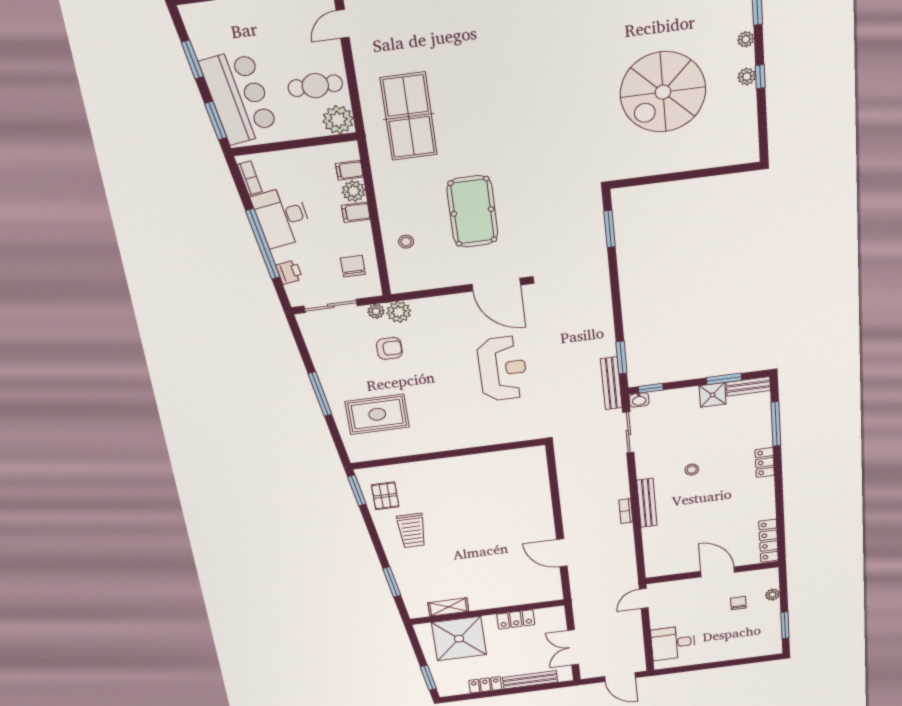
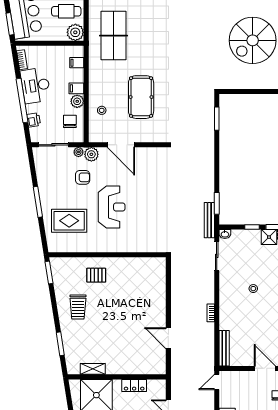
plant: (354, 191) -> (77, 101), moved
door: (496, 285) -> (121, 145), moved
reception desk: (503, 369) -> (112, 207), moved
window: (651, 388) -> (252, 227), moved
pallet: (385, 496) -> (96, 275), moved, turned 90
bench: (647, 503) -> (224, 348), moved

